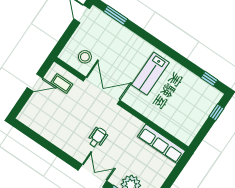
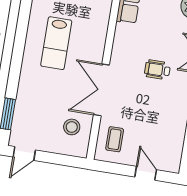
lab bench: (150, 74) -> (56, 43), turned 90
door: (35, 83) -> (146, 173), moved

